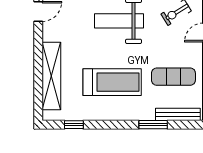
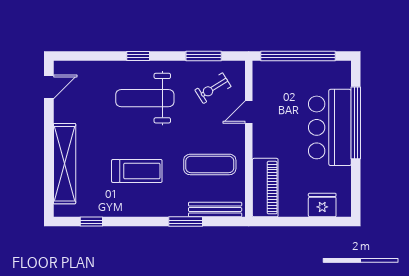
treadmill: (112, 82) -> (137, 171), width x0.73, depth x0.73

